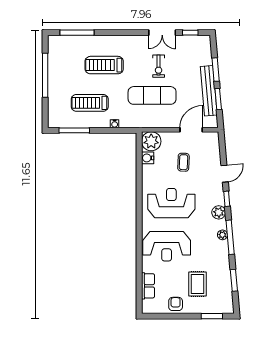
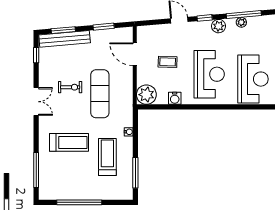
double door: (162, 33) -> (36, 102), moved
treadmill: (104, 65) -> (69, 142), turned -90
window: (216, 70) -> (63, 30), moved
bench: (209, 91) -> (65, 39), moved
treadmill: (90, 103) -> (107, 157), turned 180
water cooler: (148, 158) -> (175, 98), moved
reception desk: (171, 203) -> (209, 74), turned 180

